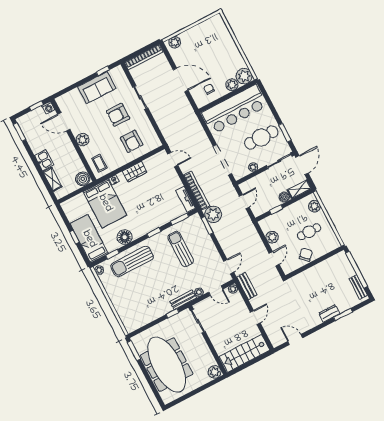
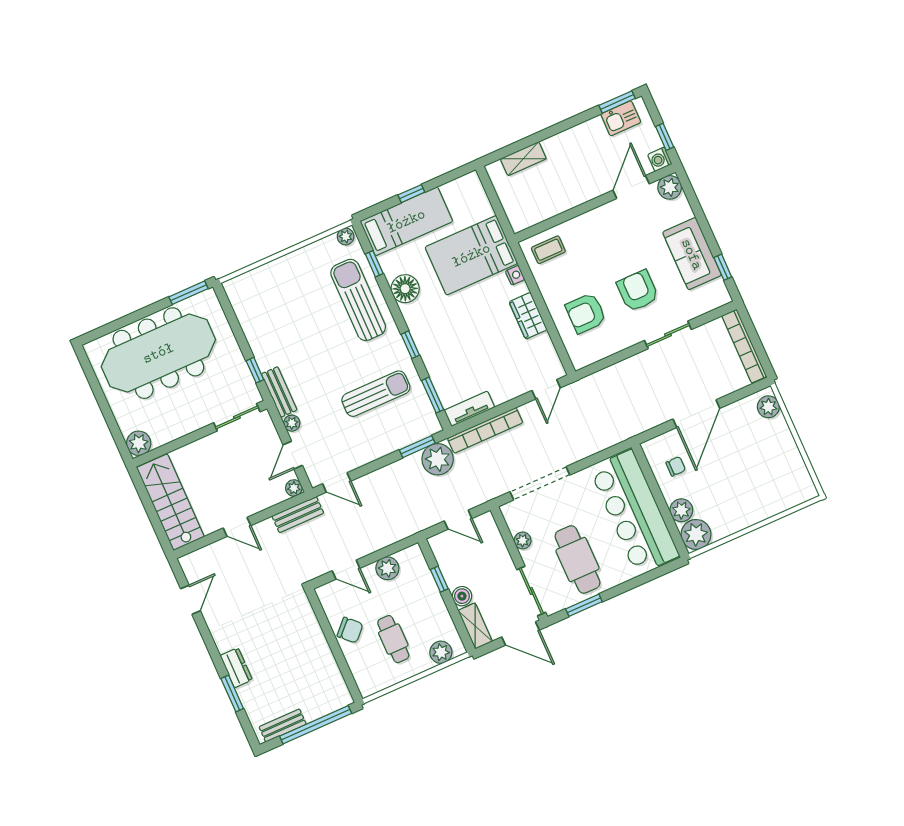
plant: (83, 140) -> (670, 187), moved
kitchen sink: (44, 160) -> (621, 118), moved
boiler: (83, 179) -> (520, 216), removed

